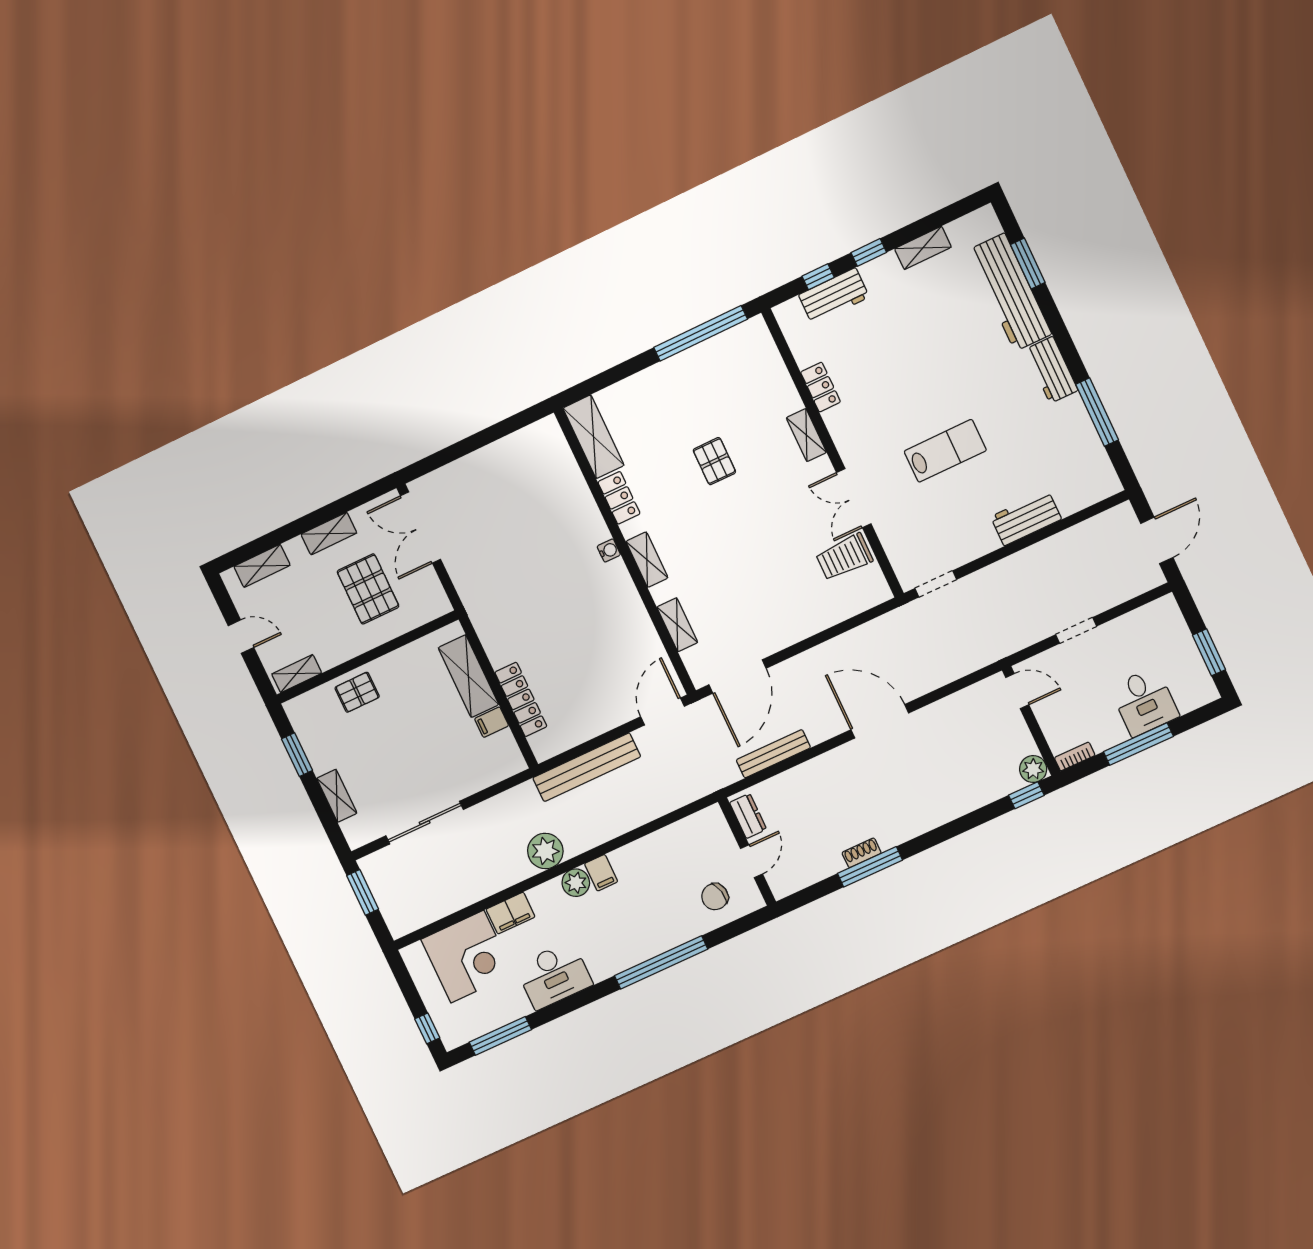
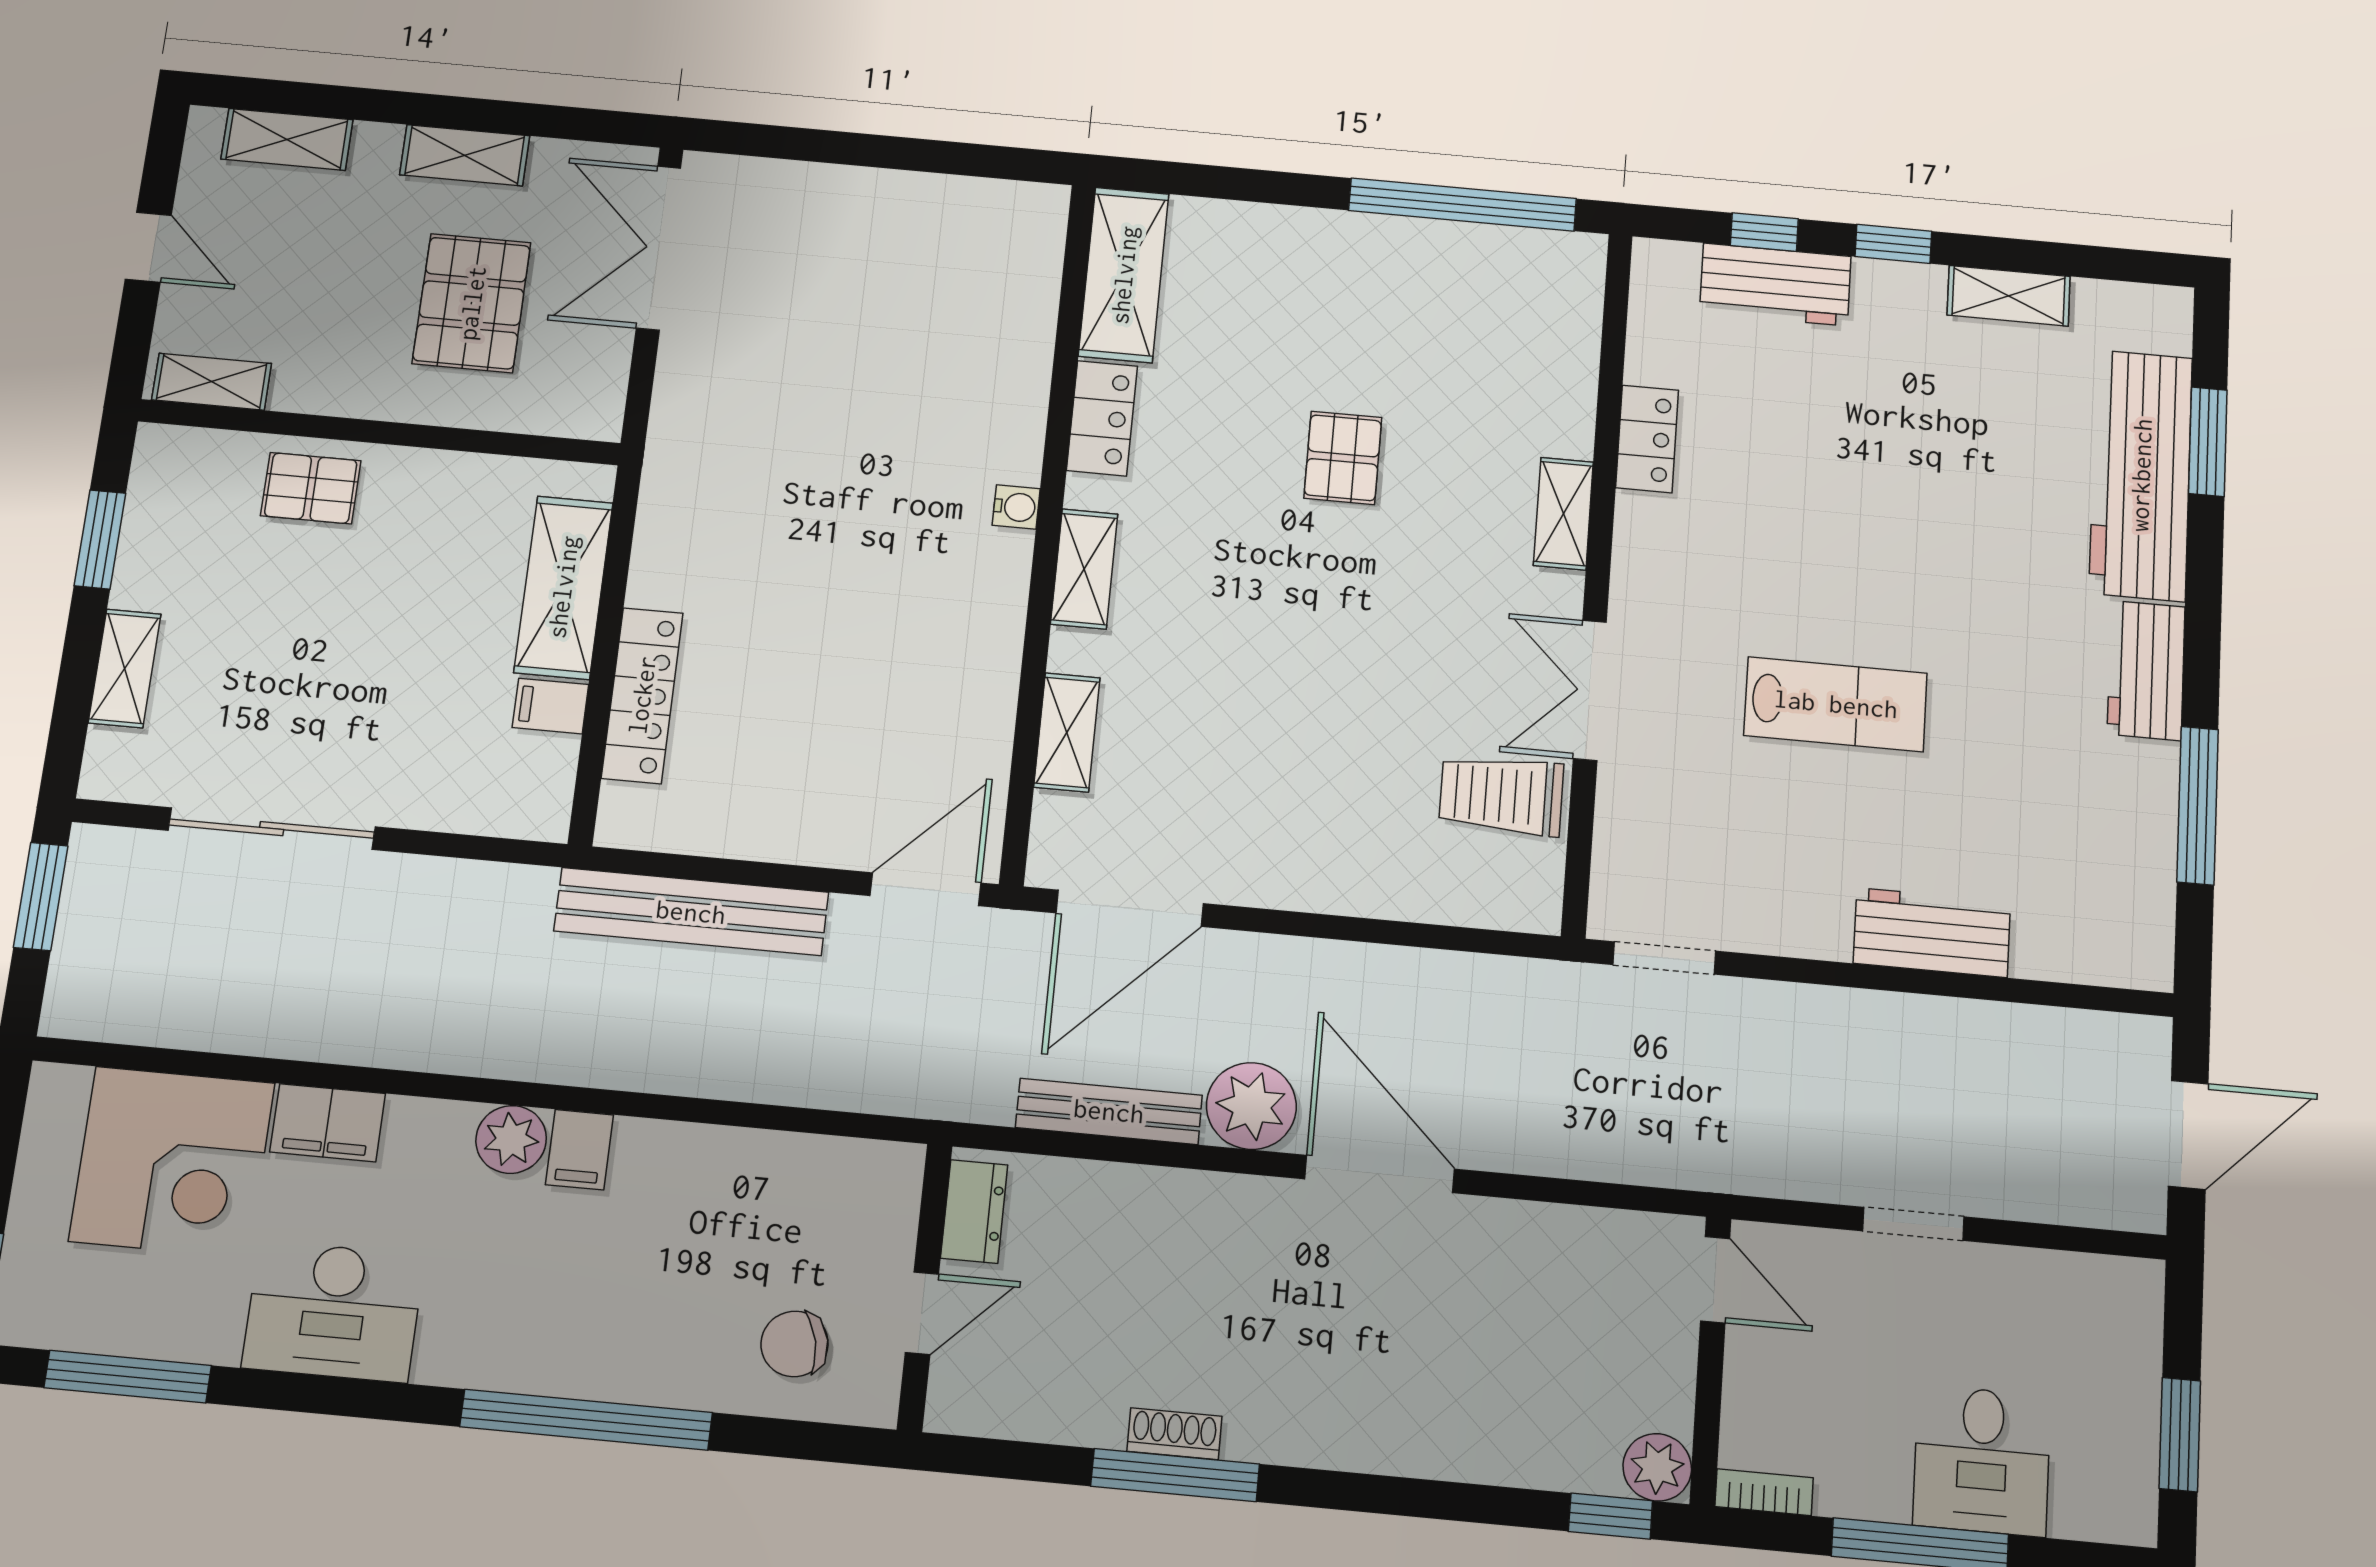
plant: (545, 851) -> (1251, 1106), moved

